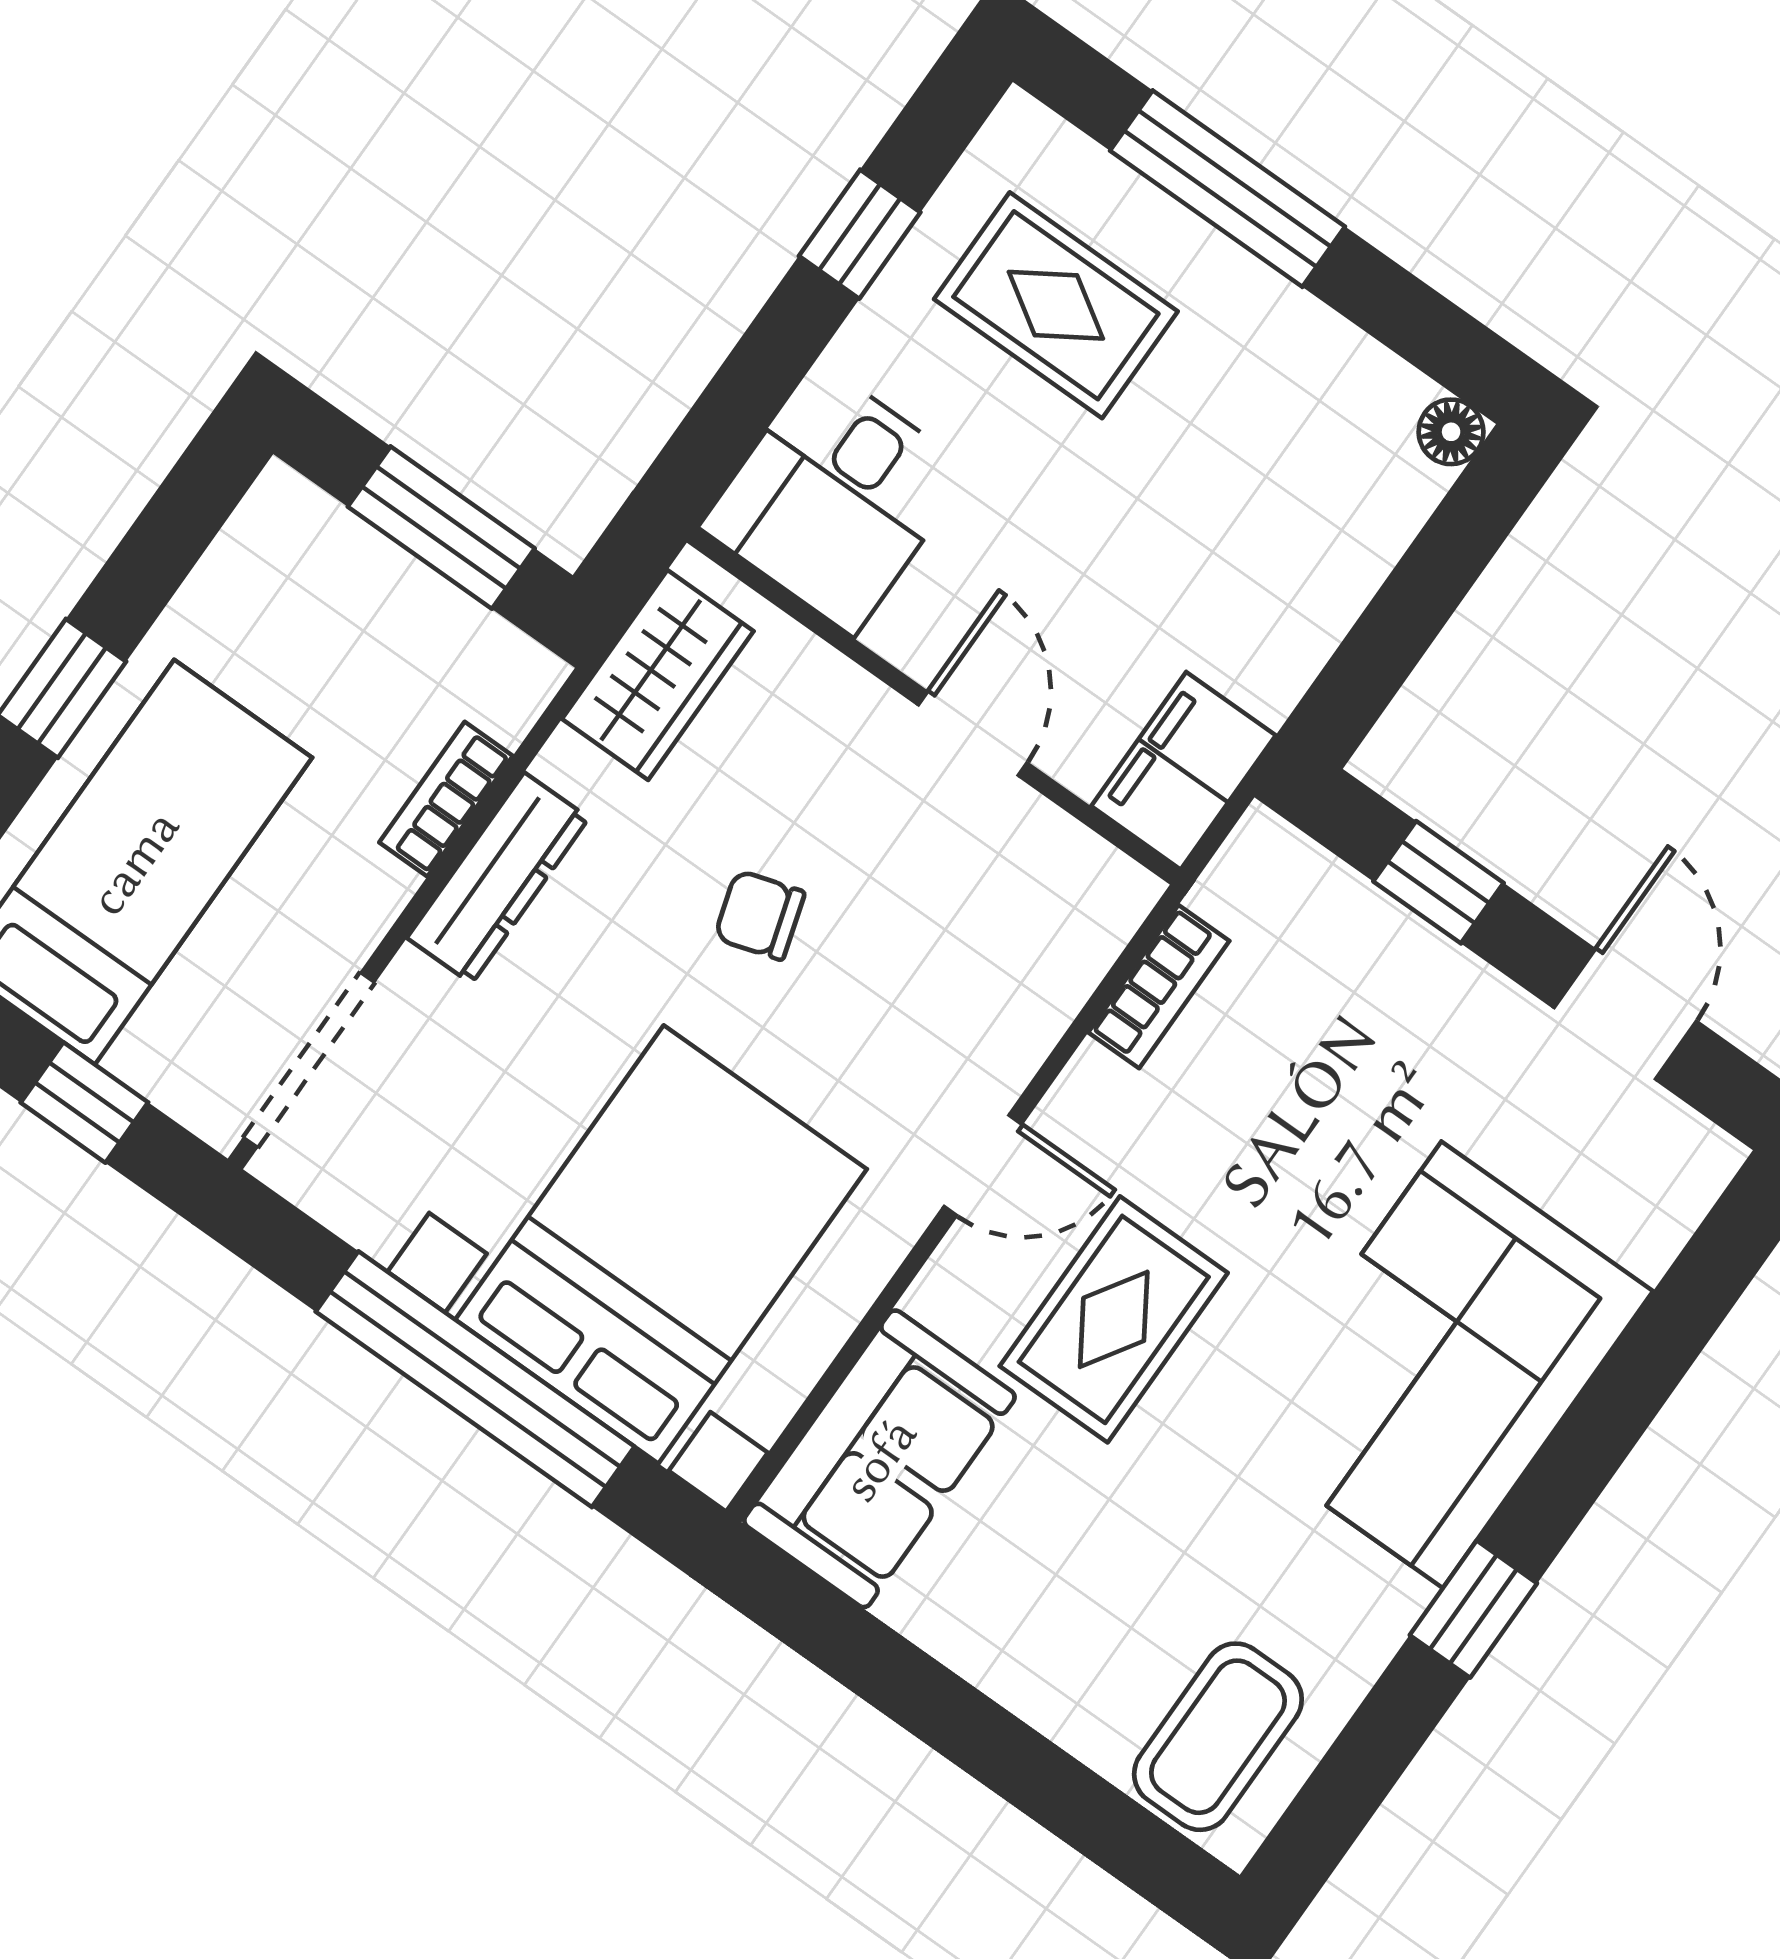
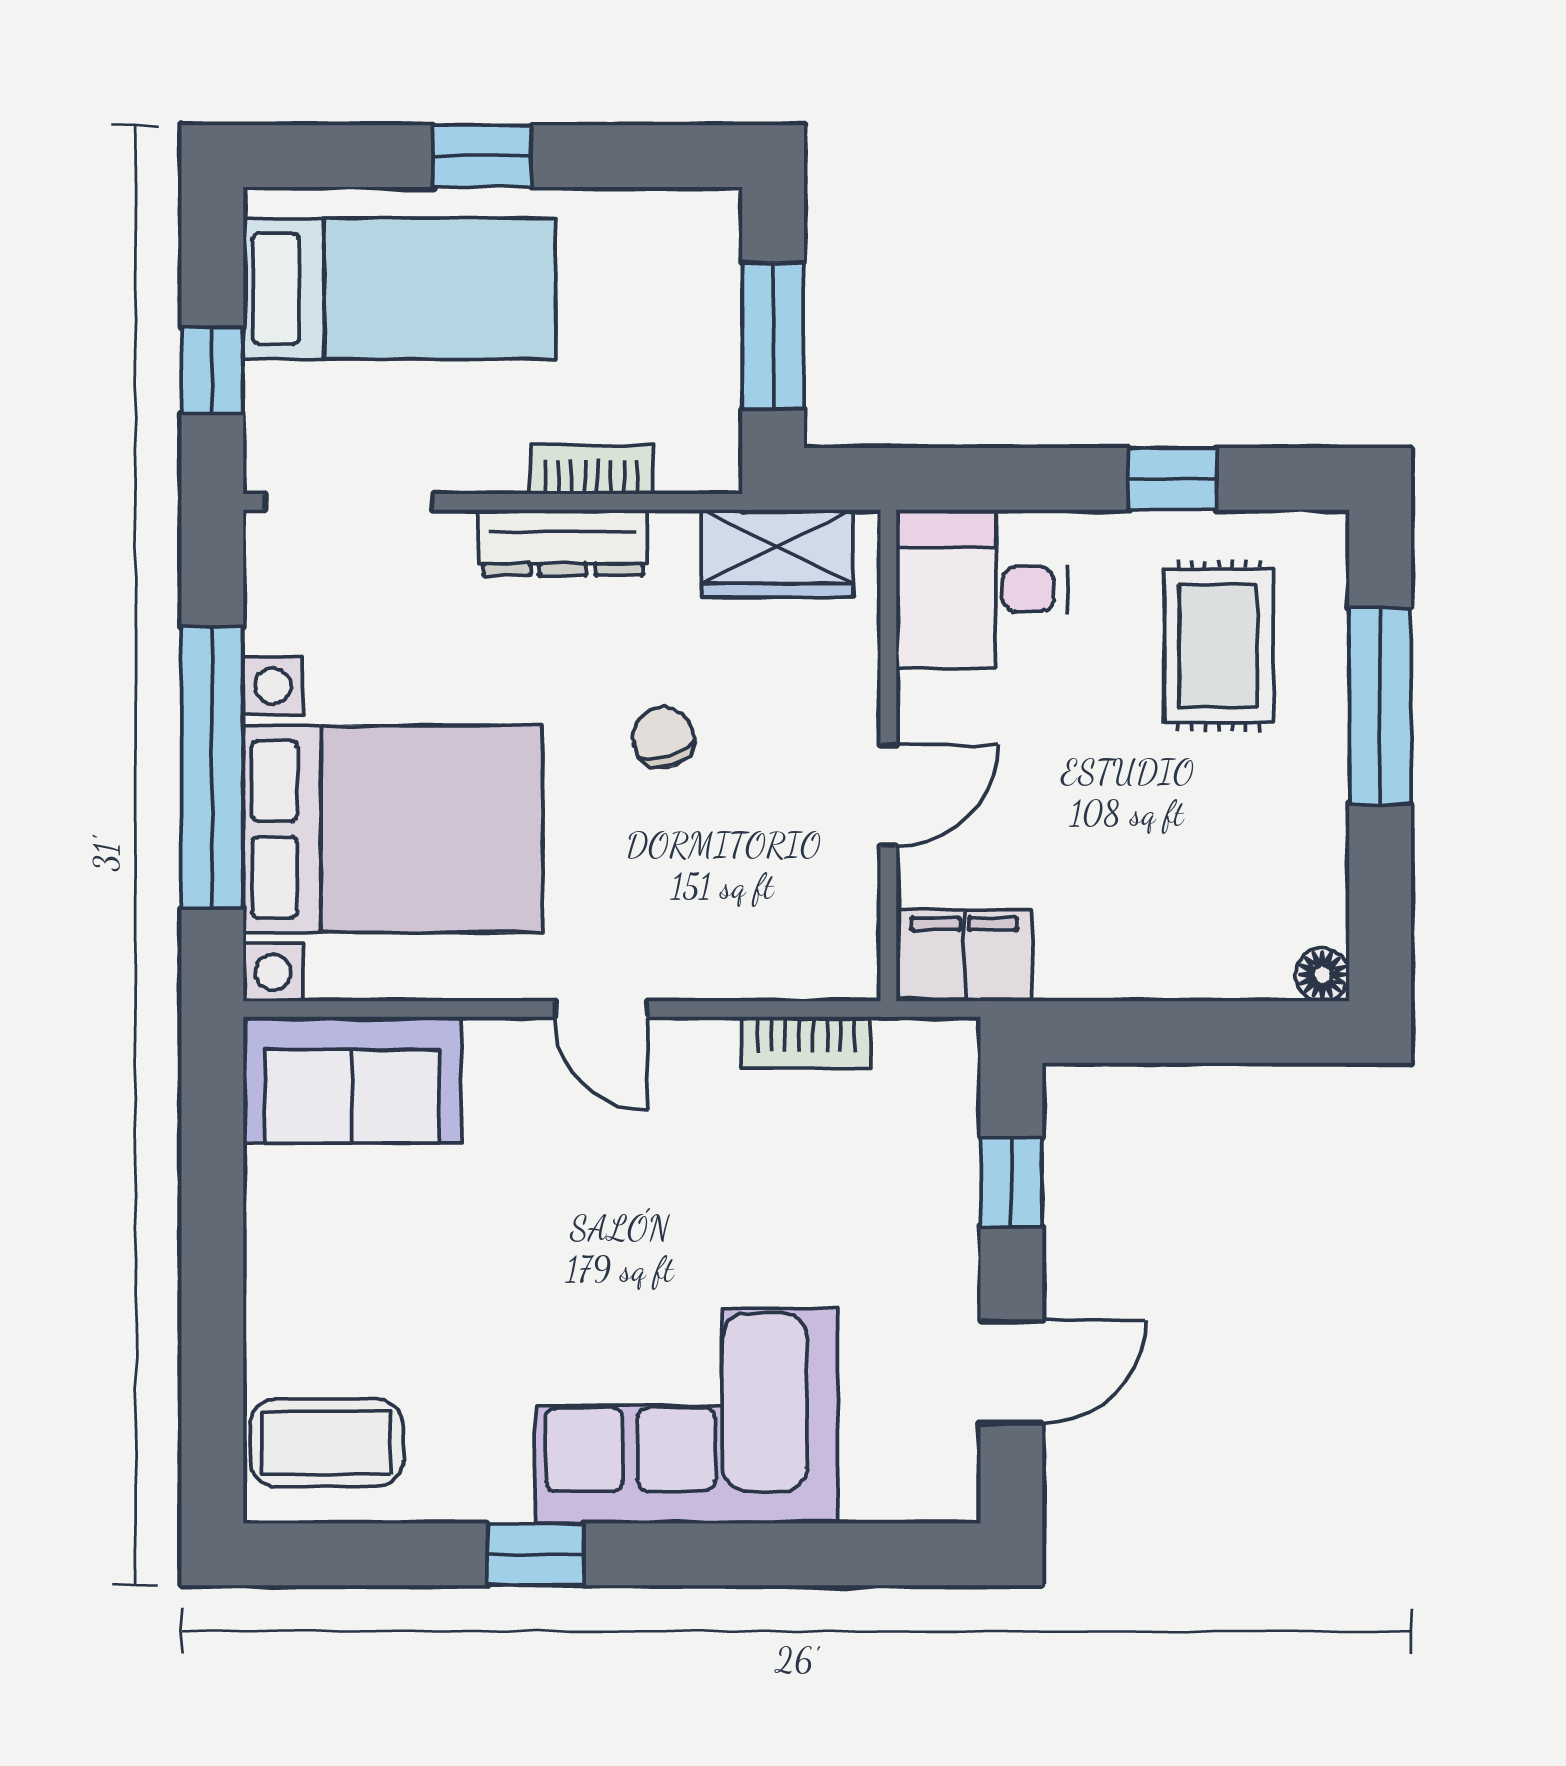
rug: (1114, 1319) -> (559, 1172), removed

